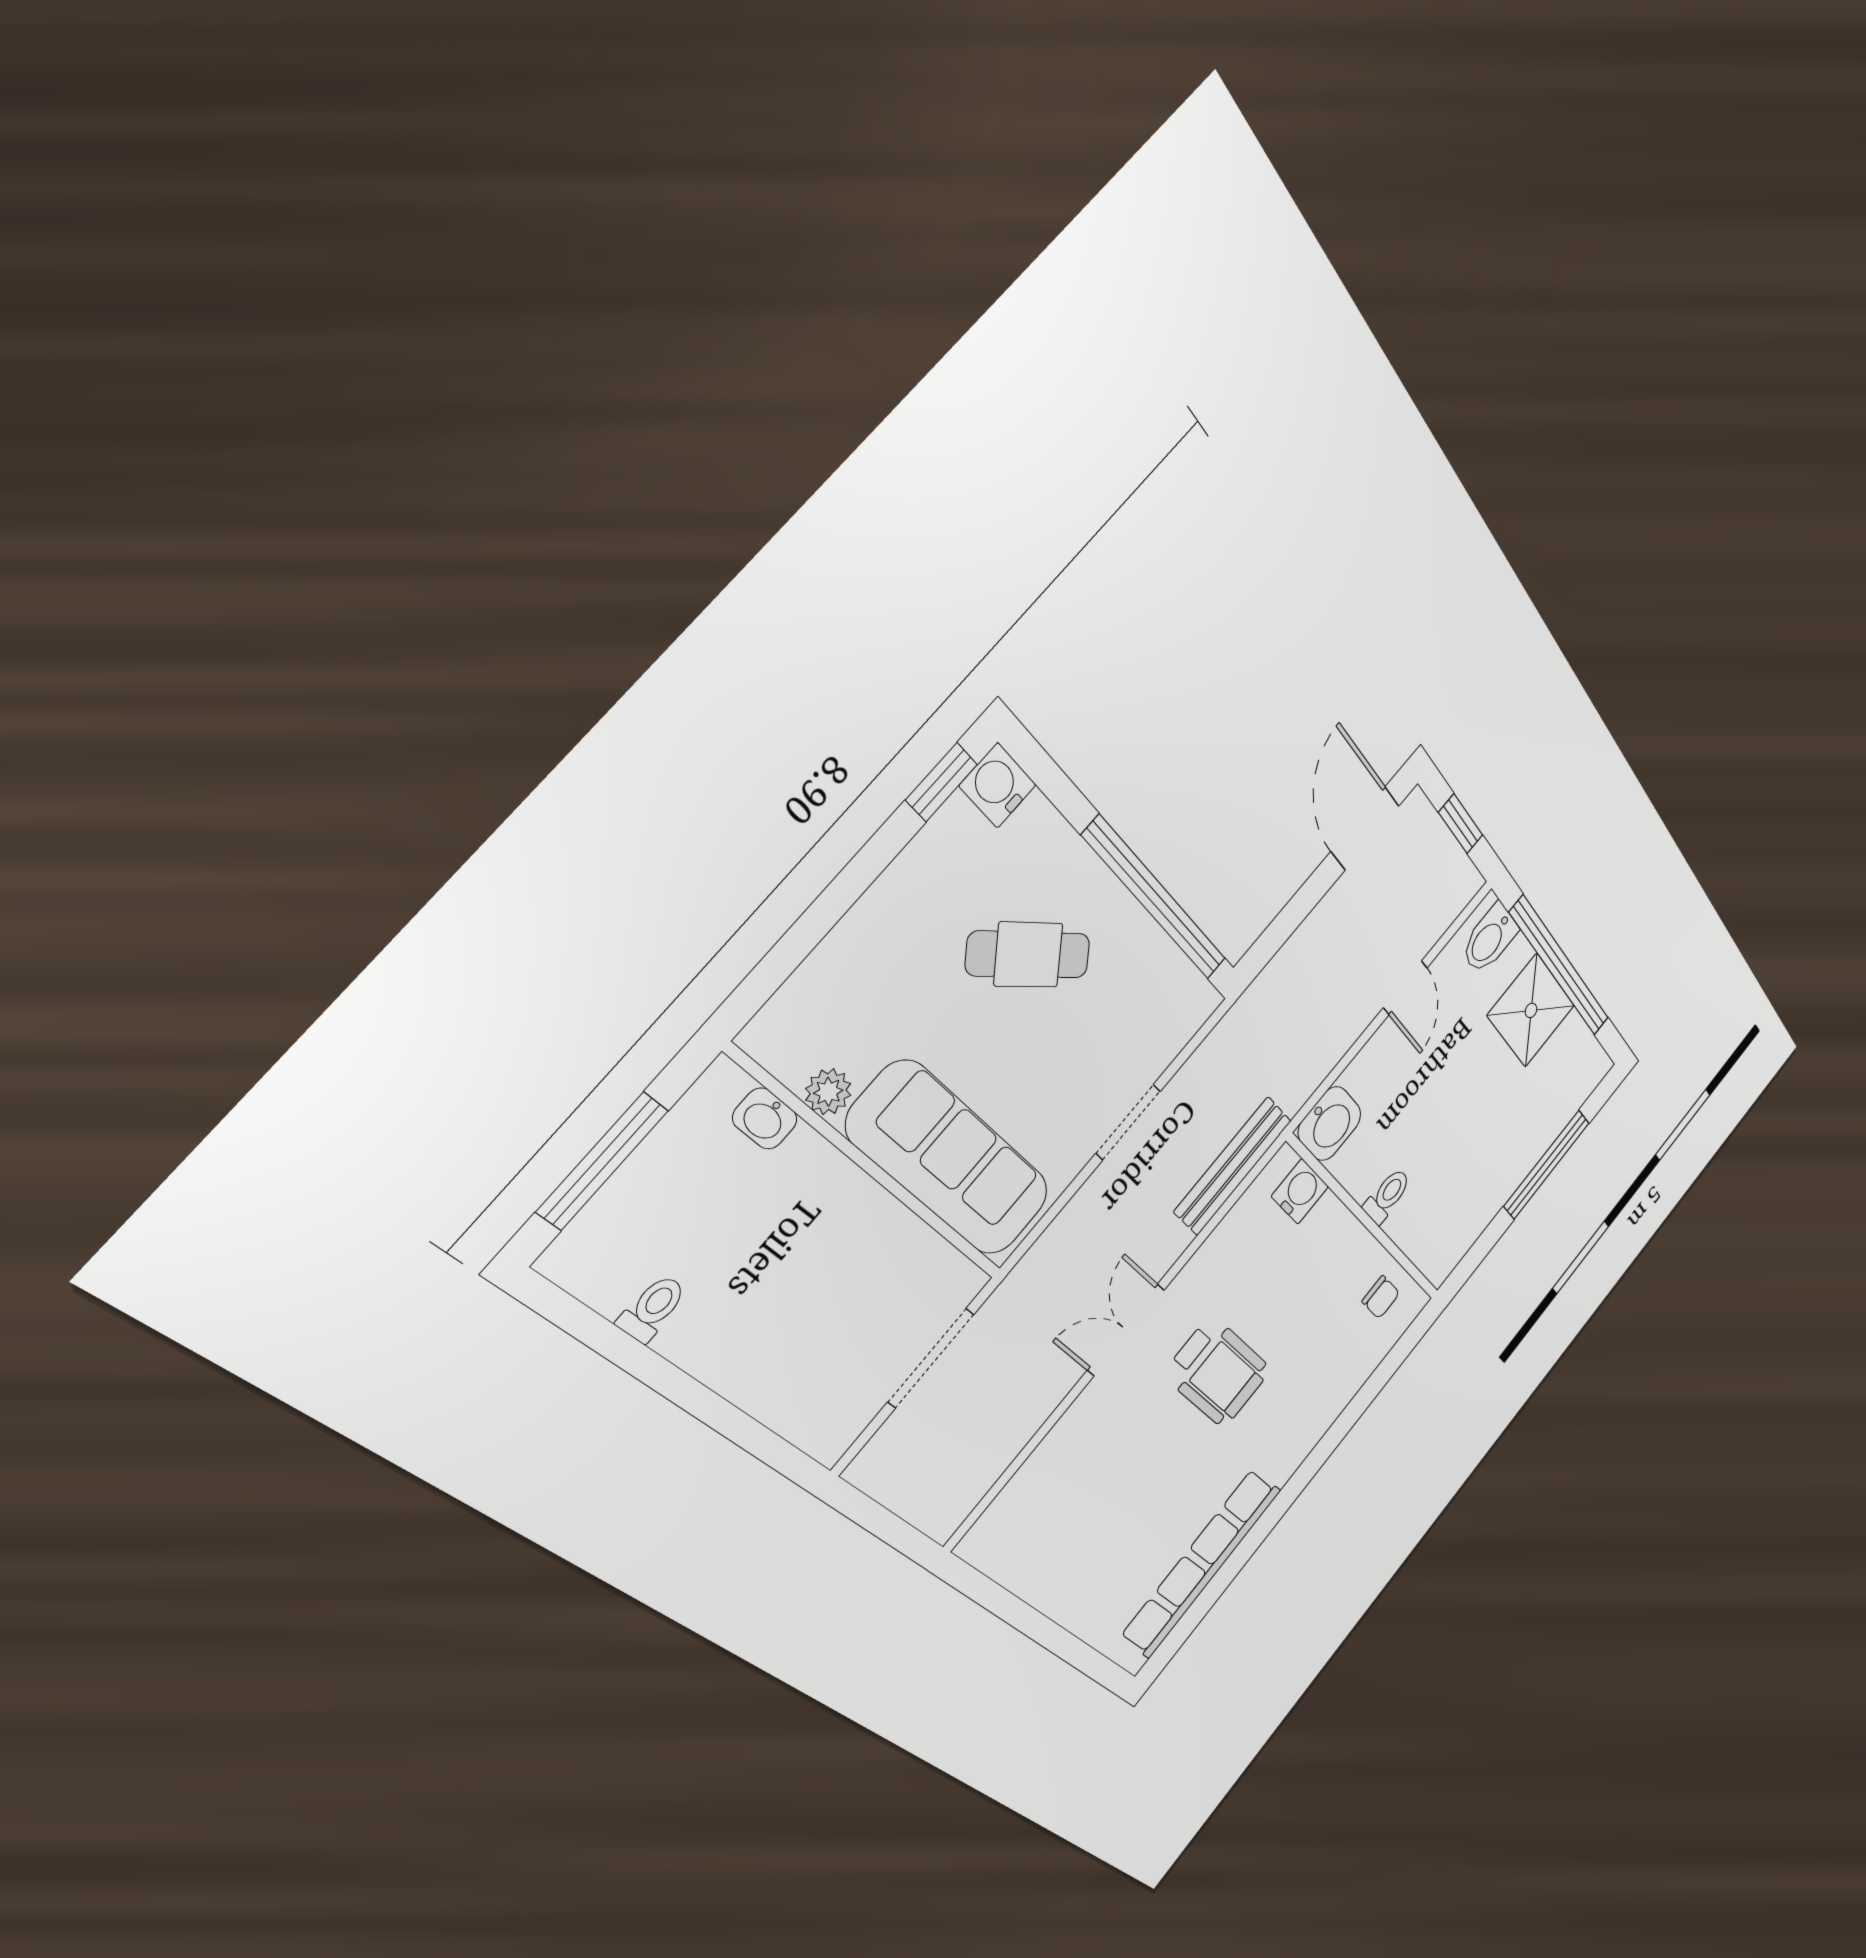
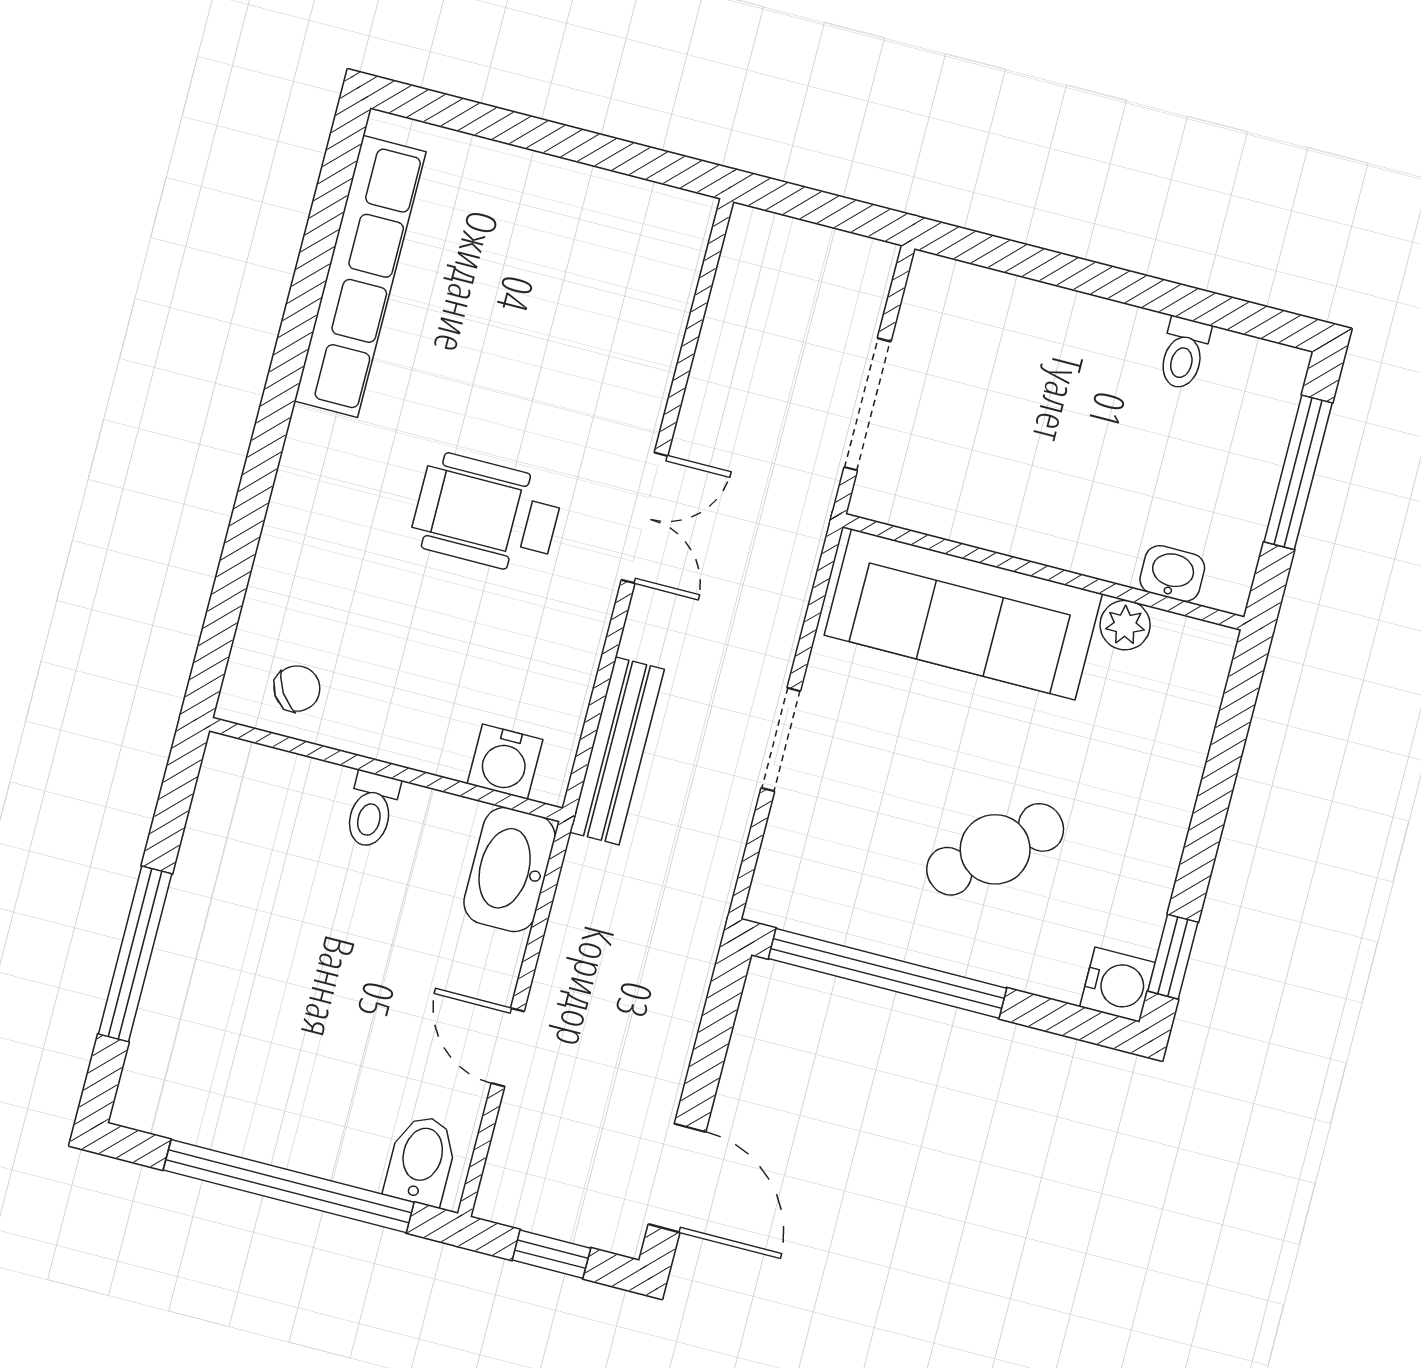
shower: (1531, 1010) -> (298, 1116), removed
washbasin: (1330, 1124) -> (510, 870), width x1.38
chair: (1381, 1297) -> (297, 689), turned 147

